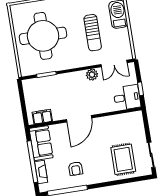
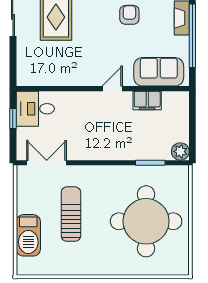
plant: (92, 75) -> (180, 151), moved
filing cabinet: (42, 117) -> (147, 100), moved
door: (79, 119) -> (112, 89), width x0.53
sofa: (41, 143) -> (159, 72), moved, turned 90

